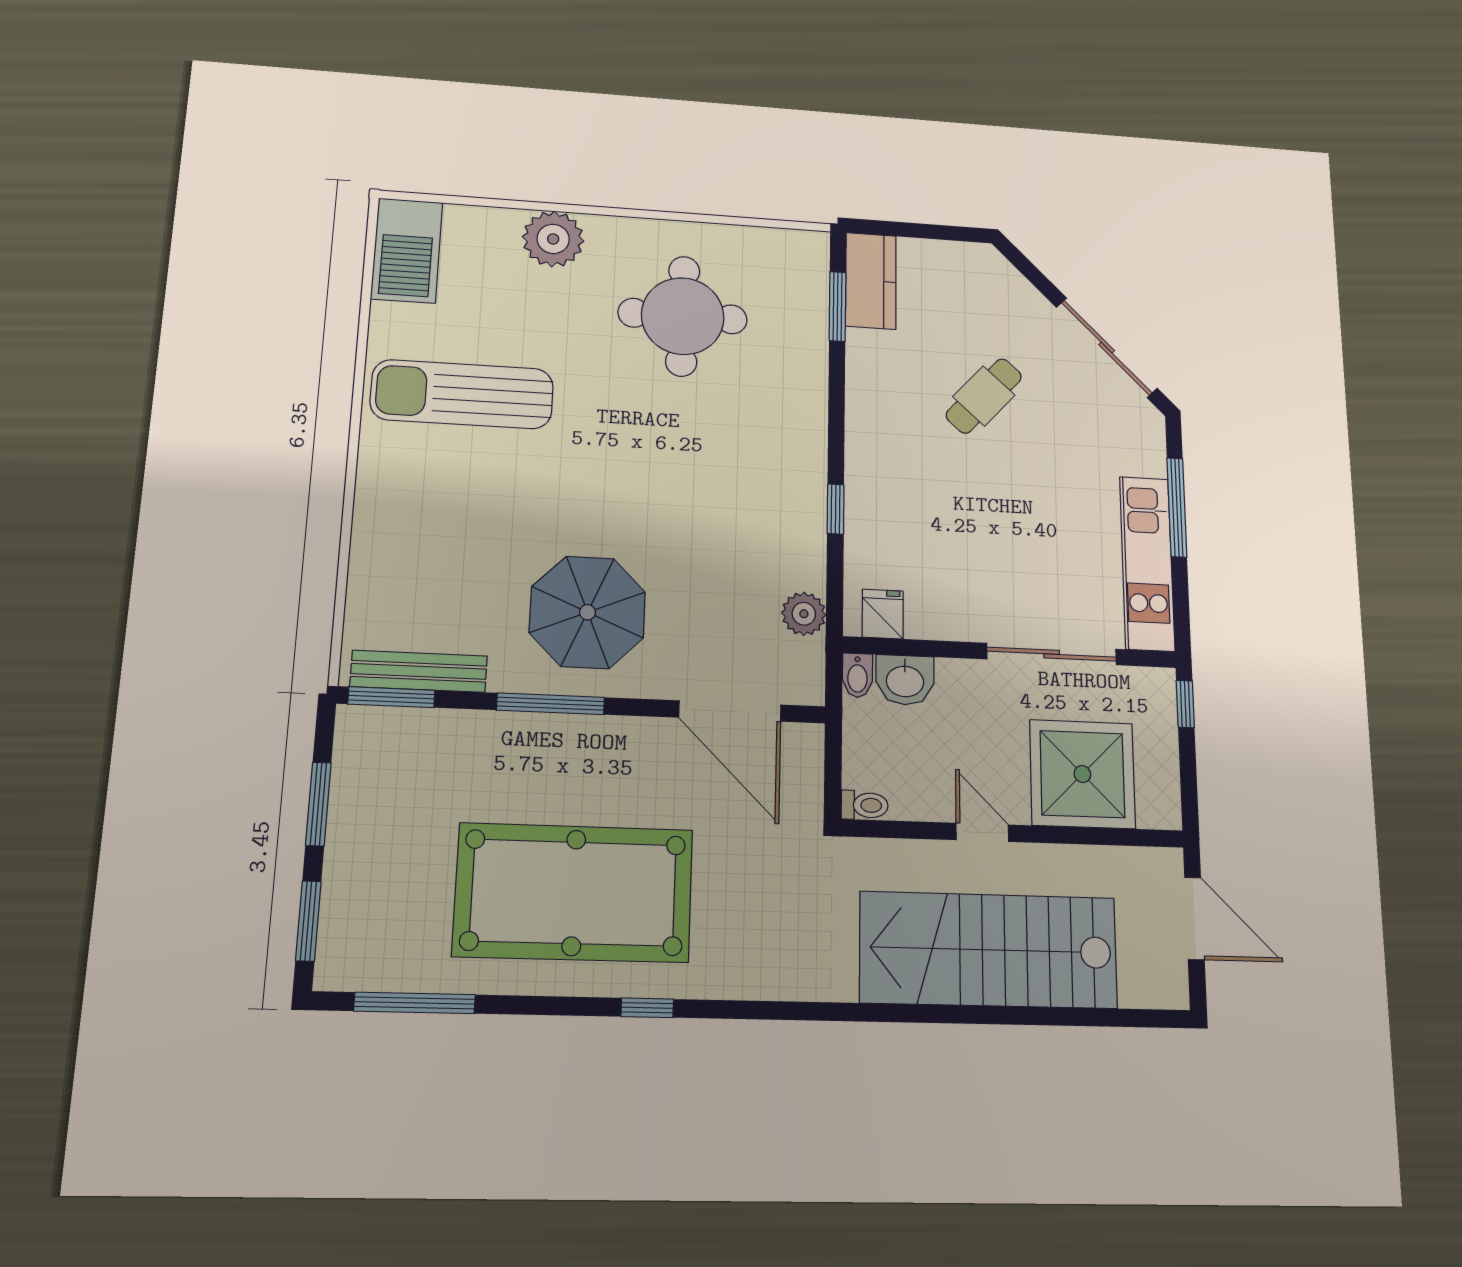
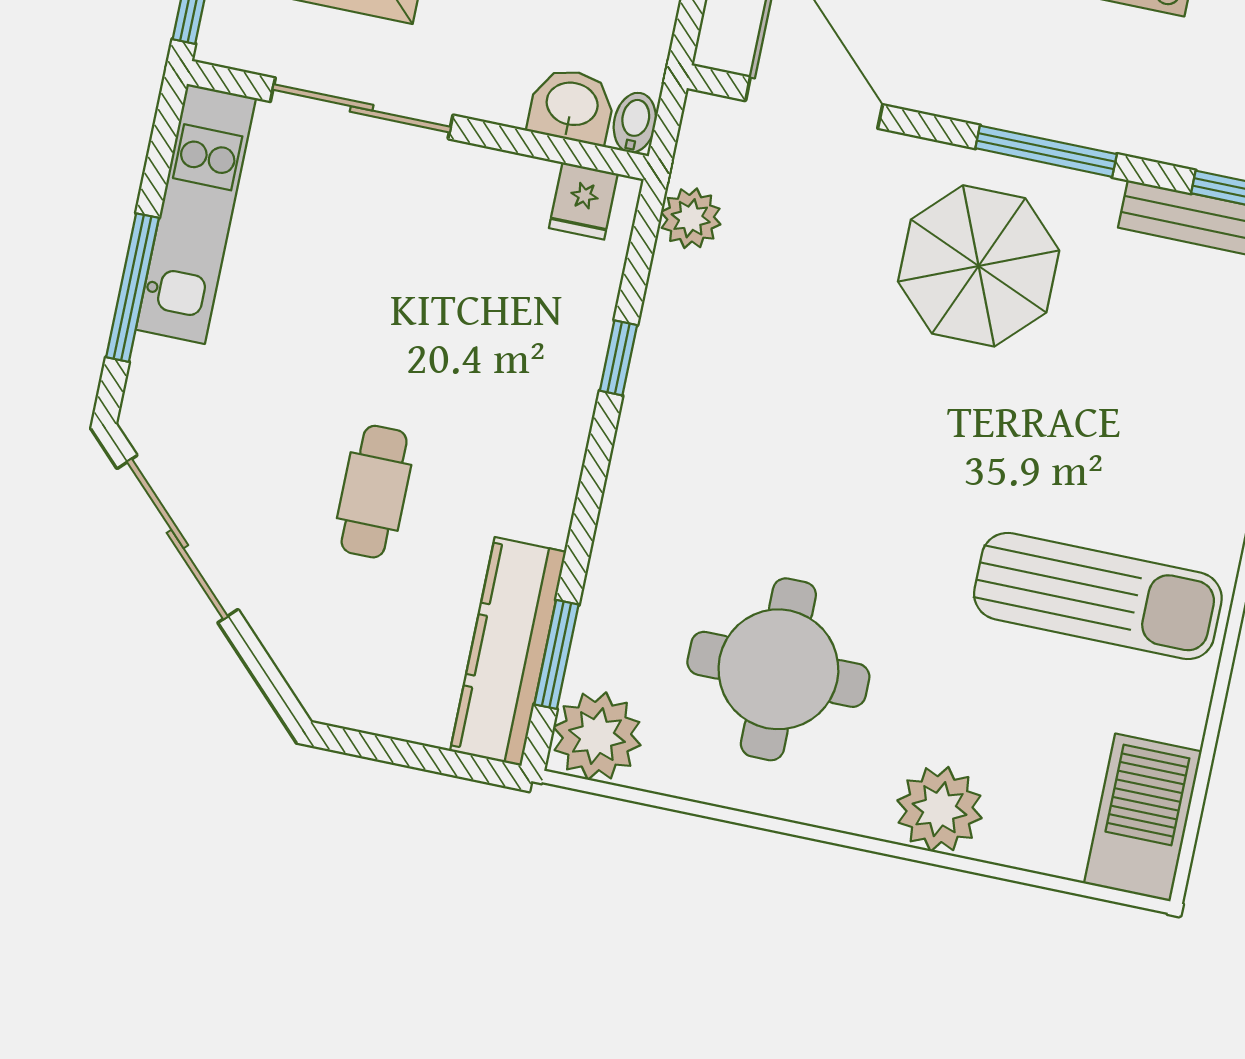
plant: (799, 258) -> (597, 736), added
kitchen counter: (871, 281) -> (508, 651), width x1.50
cafe table: (984, 396) -> (374, 492), turned -42

